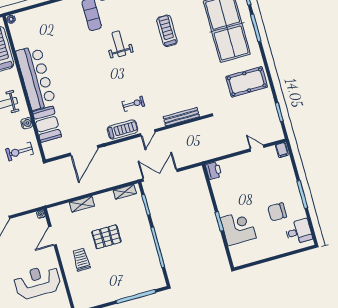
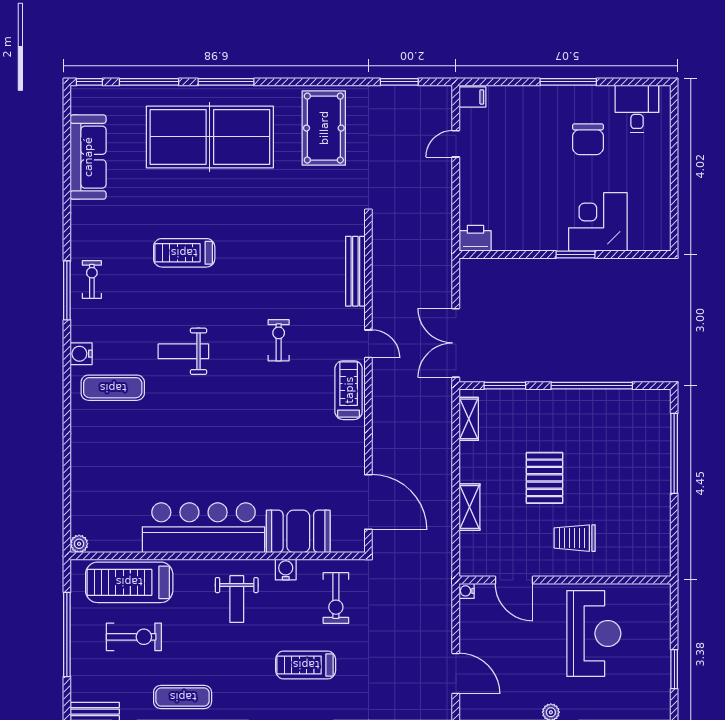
exercise bike: (133, 104) -> (279, 340), moved
door: (84, 151) -> (368, 502), moved
reception desk: (37, 282) -> (594, 633), turned 180

